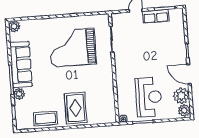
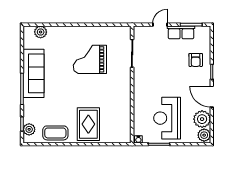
plant: (14, 26) -> (41, 32), moved
armchair: (171, 41) -> (196, 60), added
grand piano: (73, 48) -> (90, 59), width x0.73, depth x0.68
plant: (19, 94) -> (29, 129), moved
reception desk: (149, 97) -> (167, 118), turned 180

